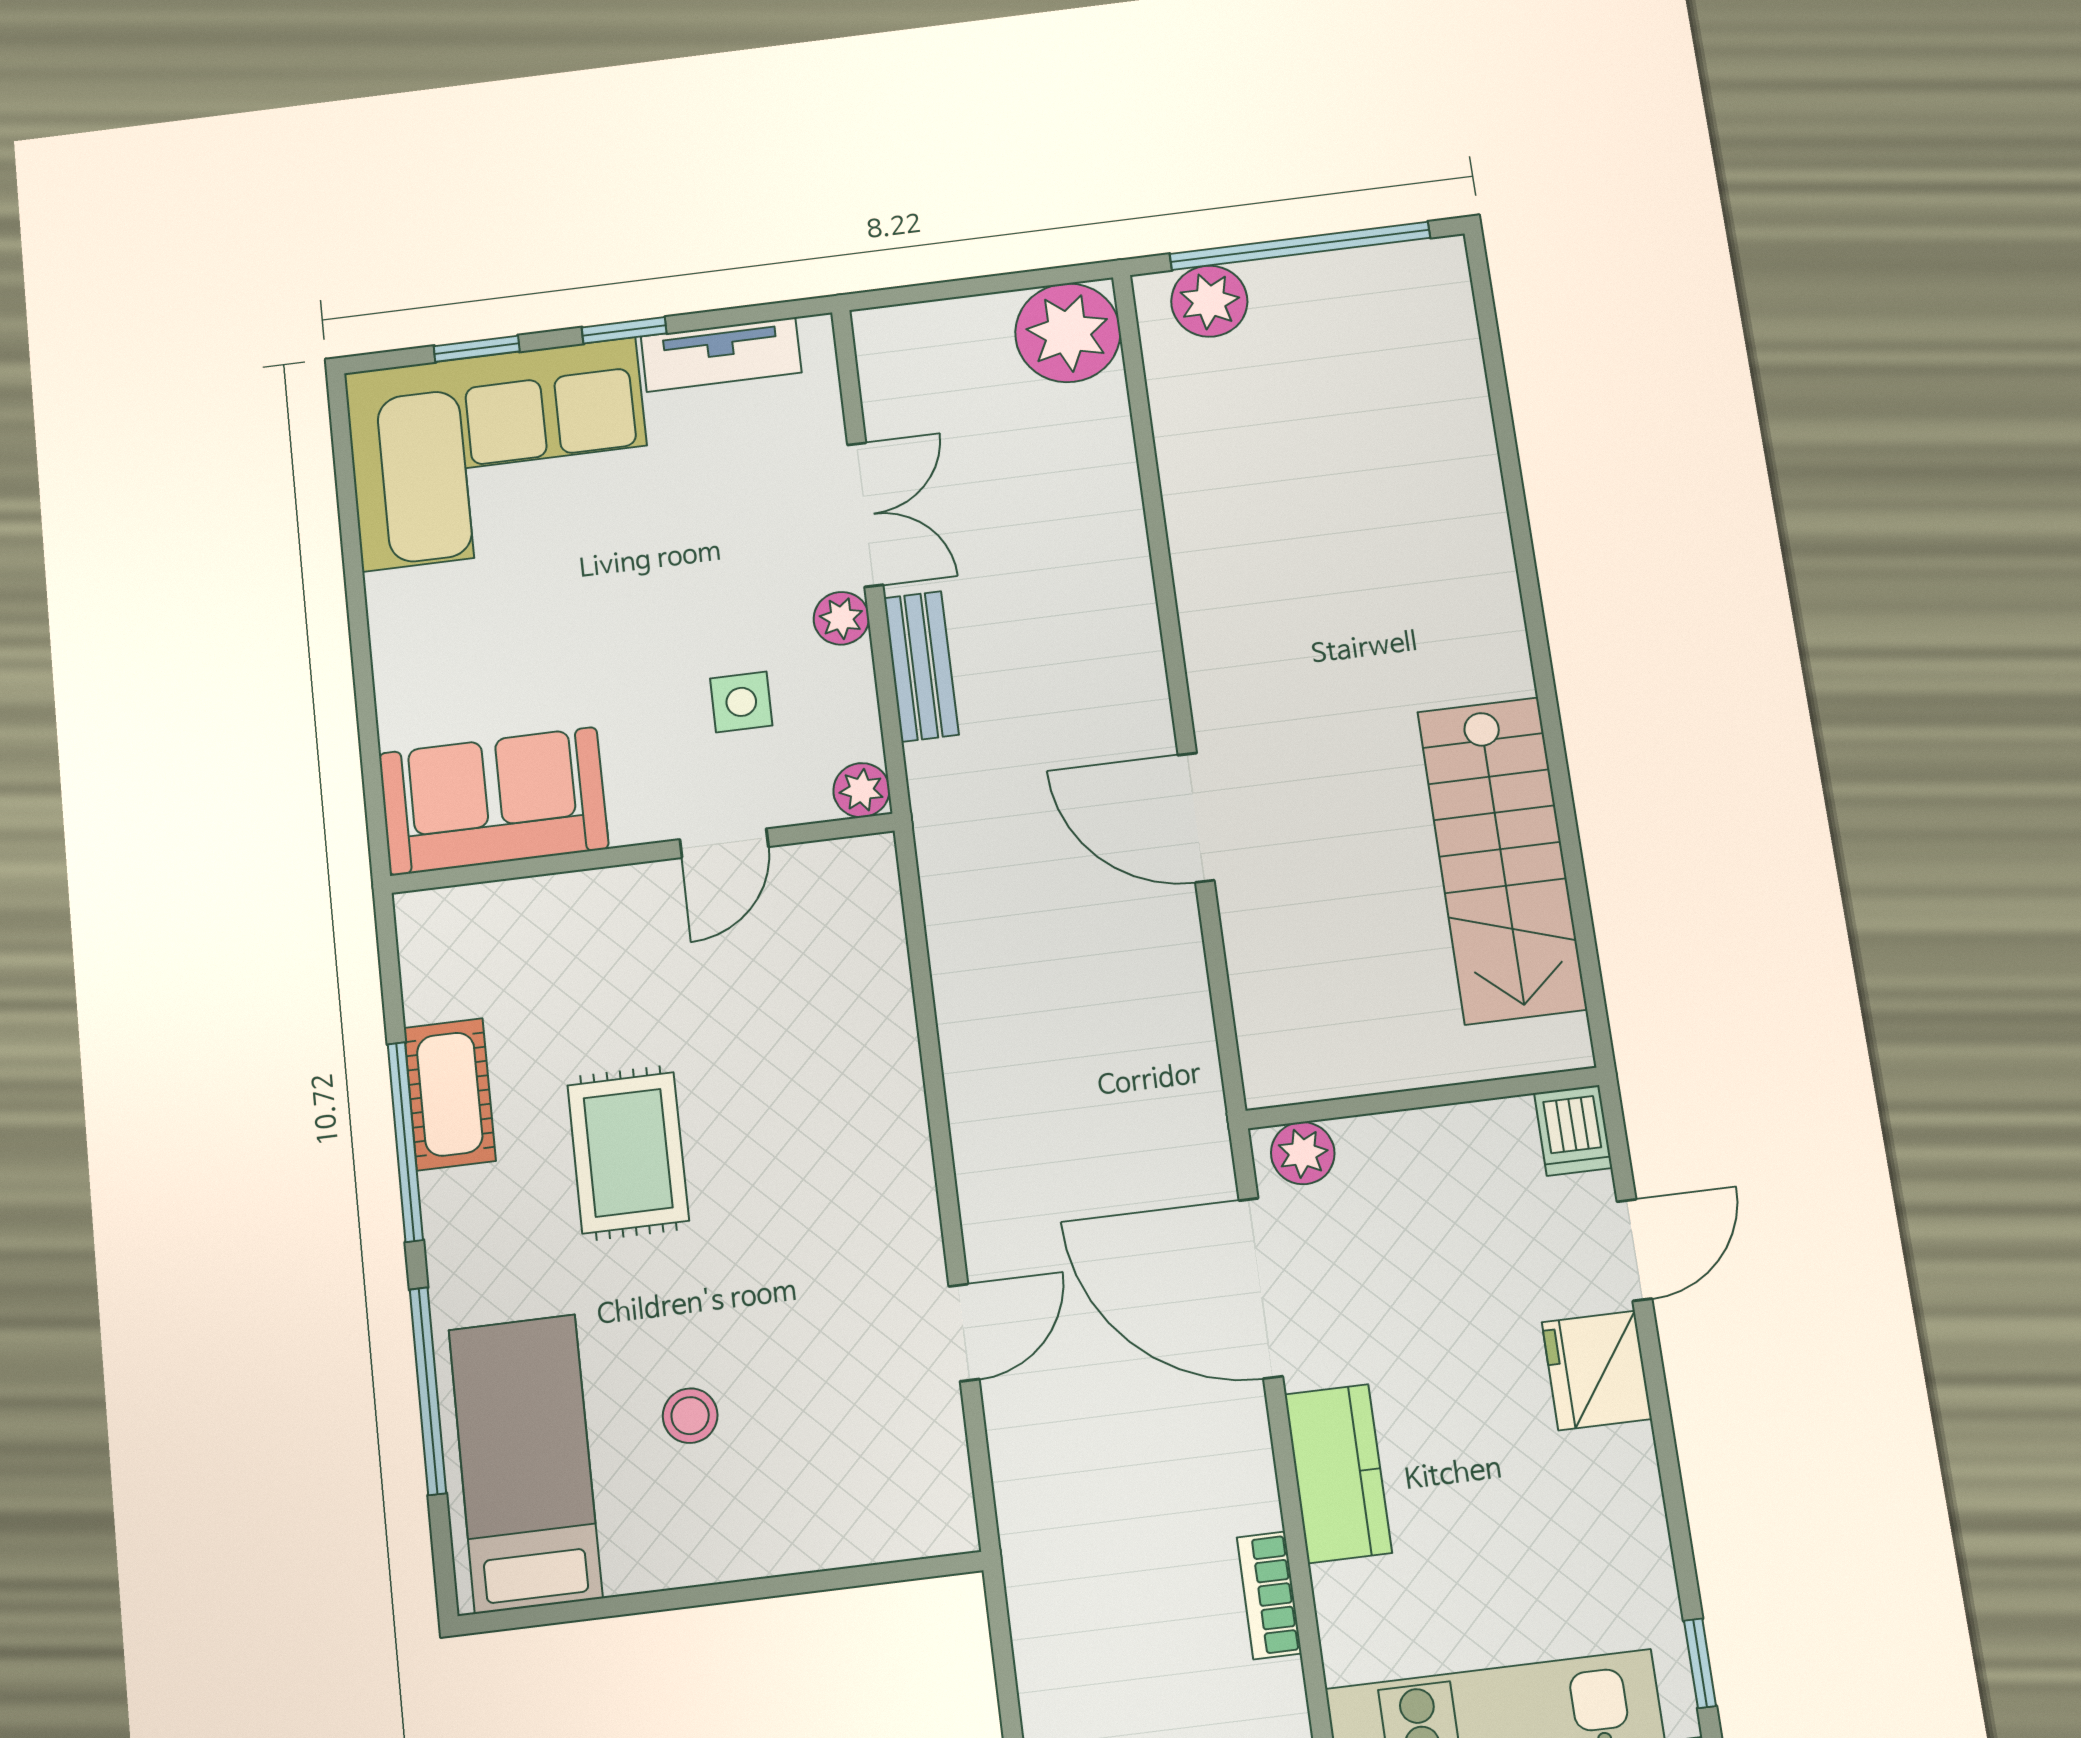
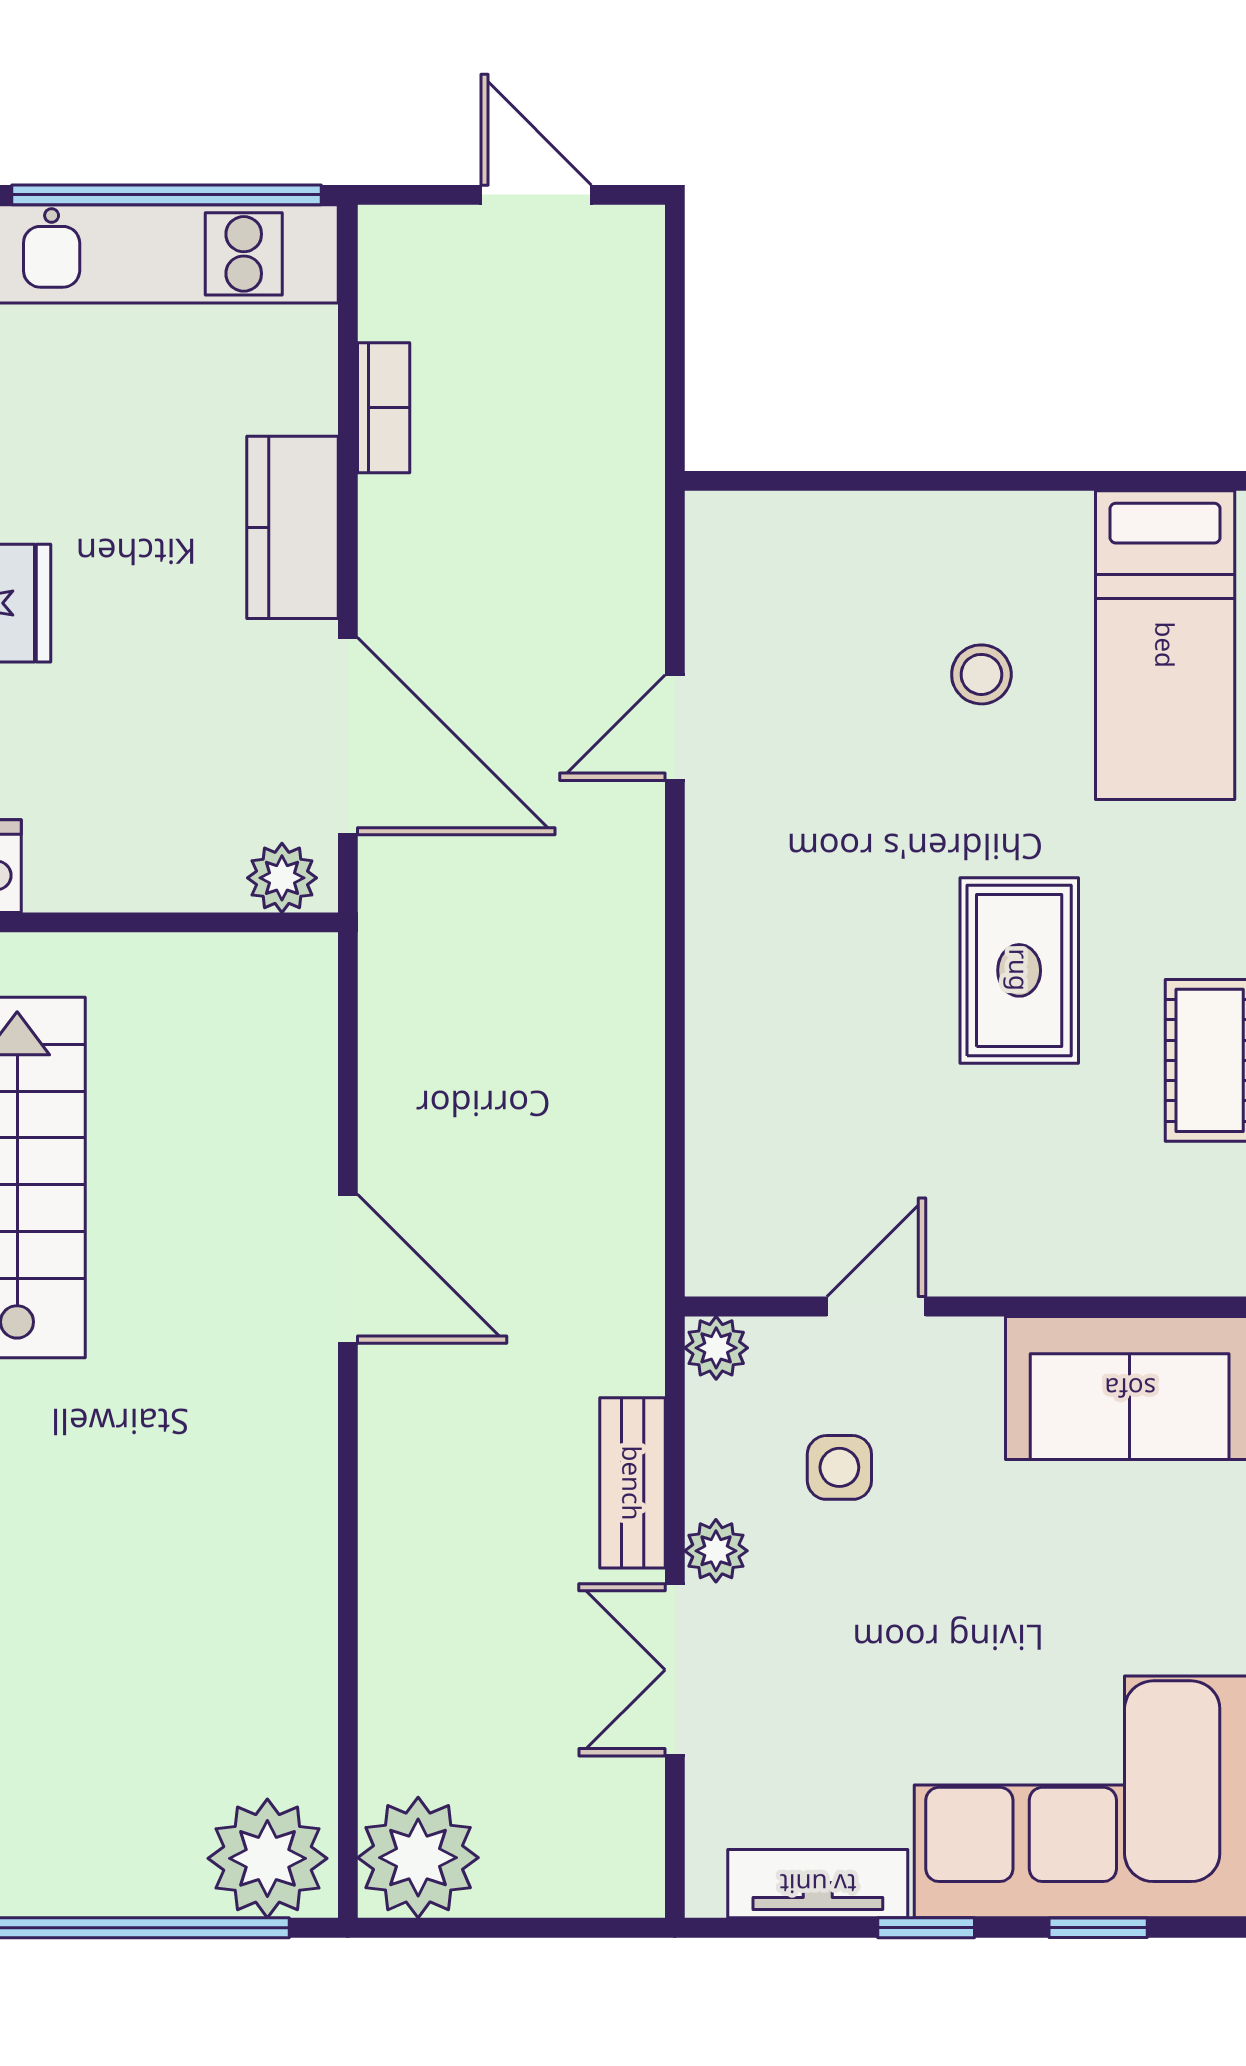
plant: (1209, 301) -> (267, 1858), width x1.36, depth x1.36

